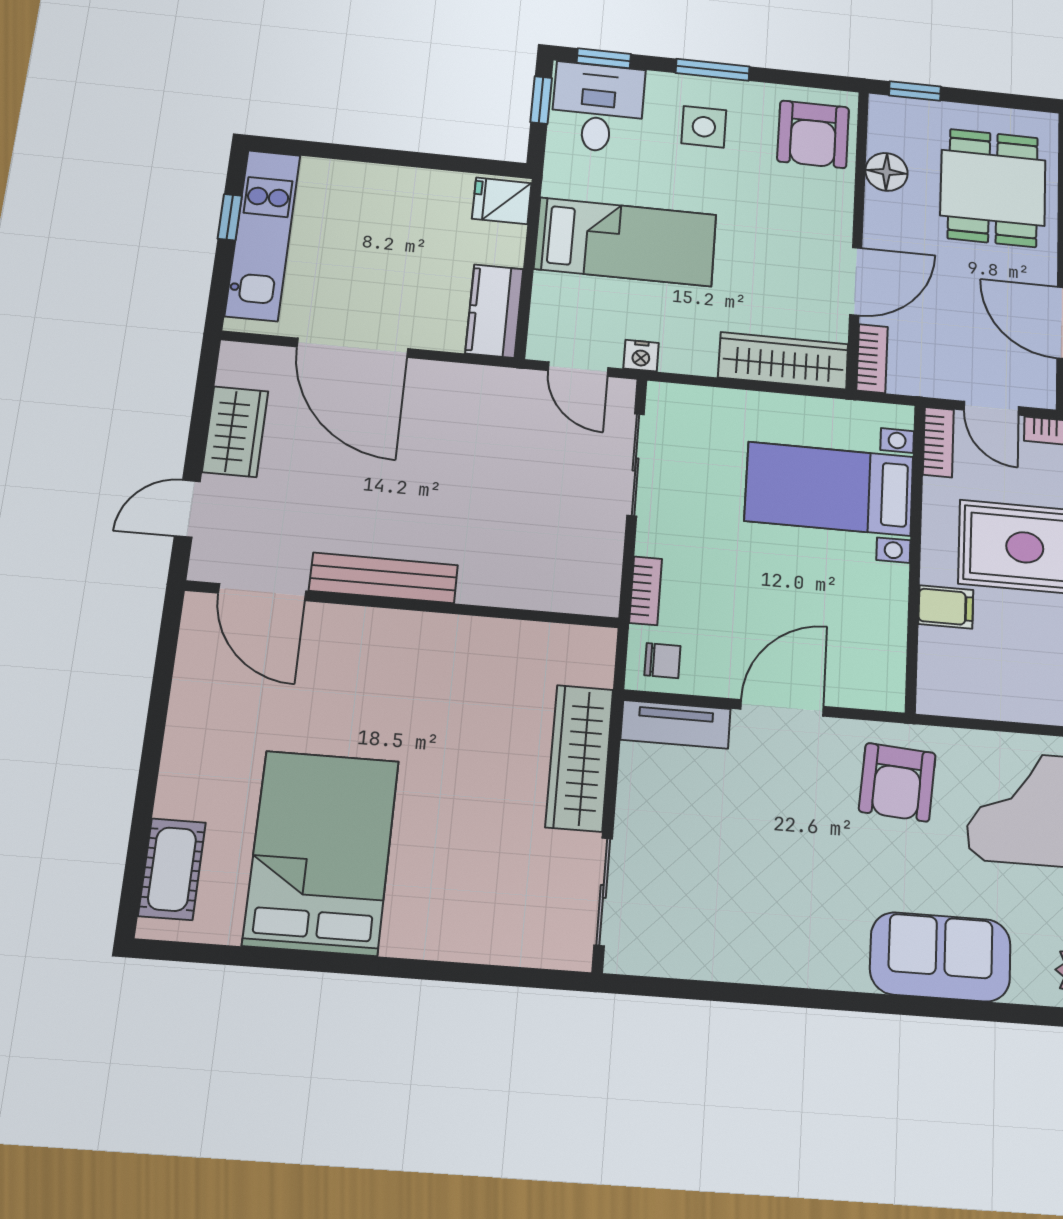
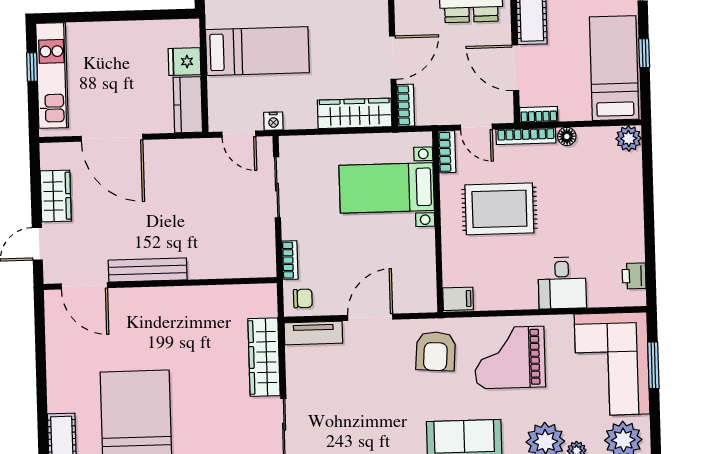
fridge: (502, 201) -> (184, 62), moved
filing cabinet: (946, 607) -> (458, 299), moved

